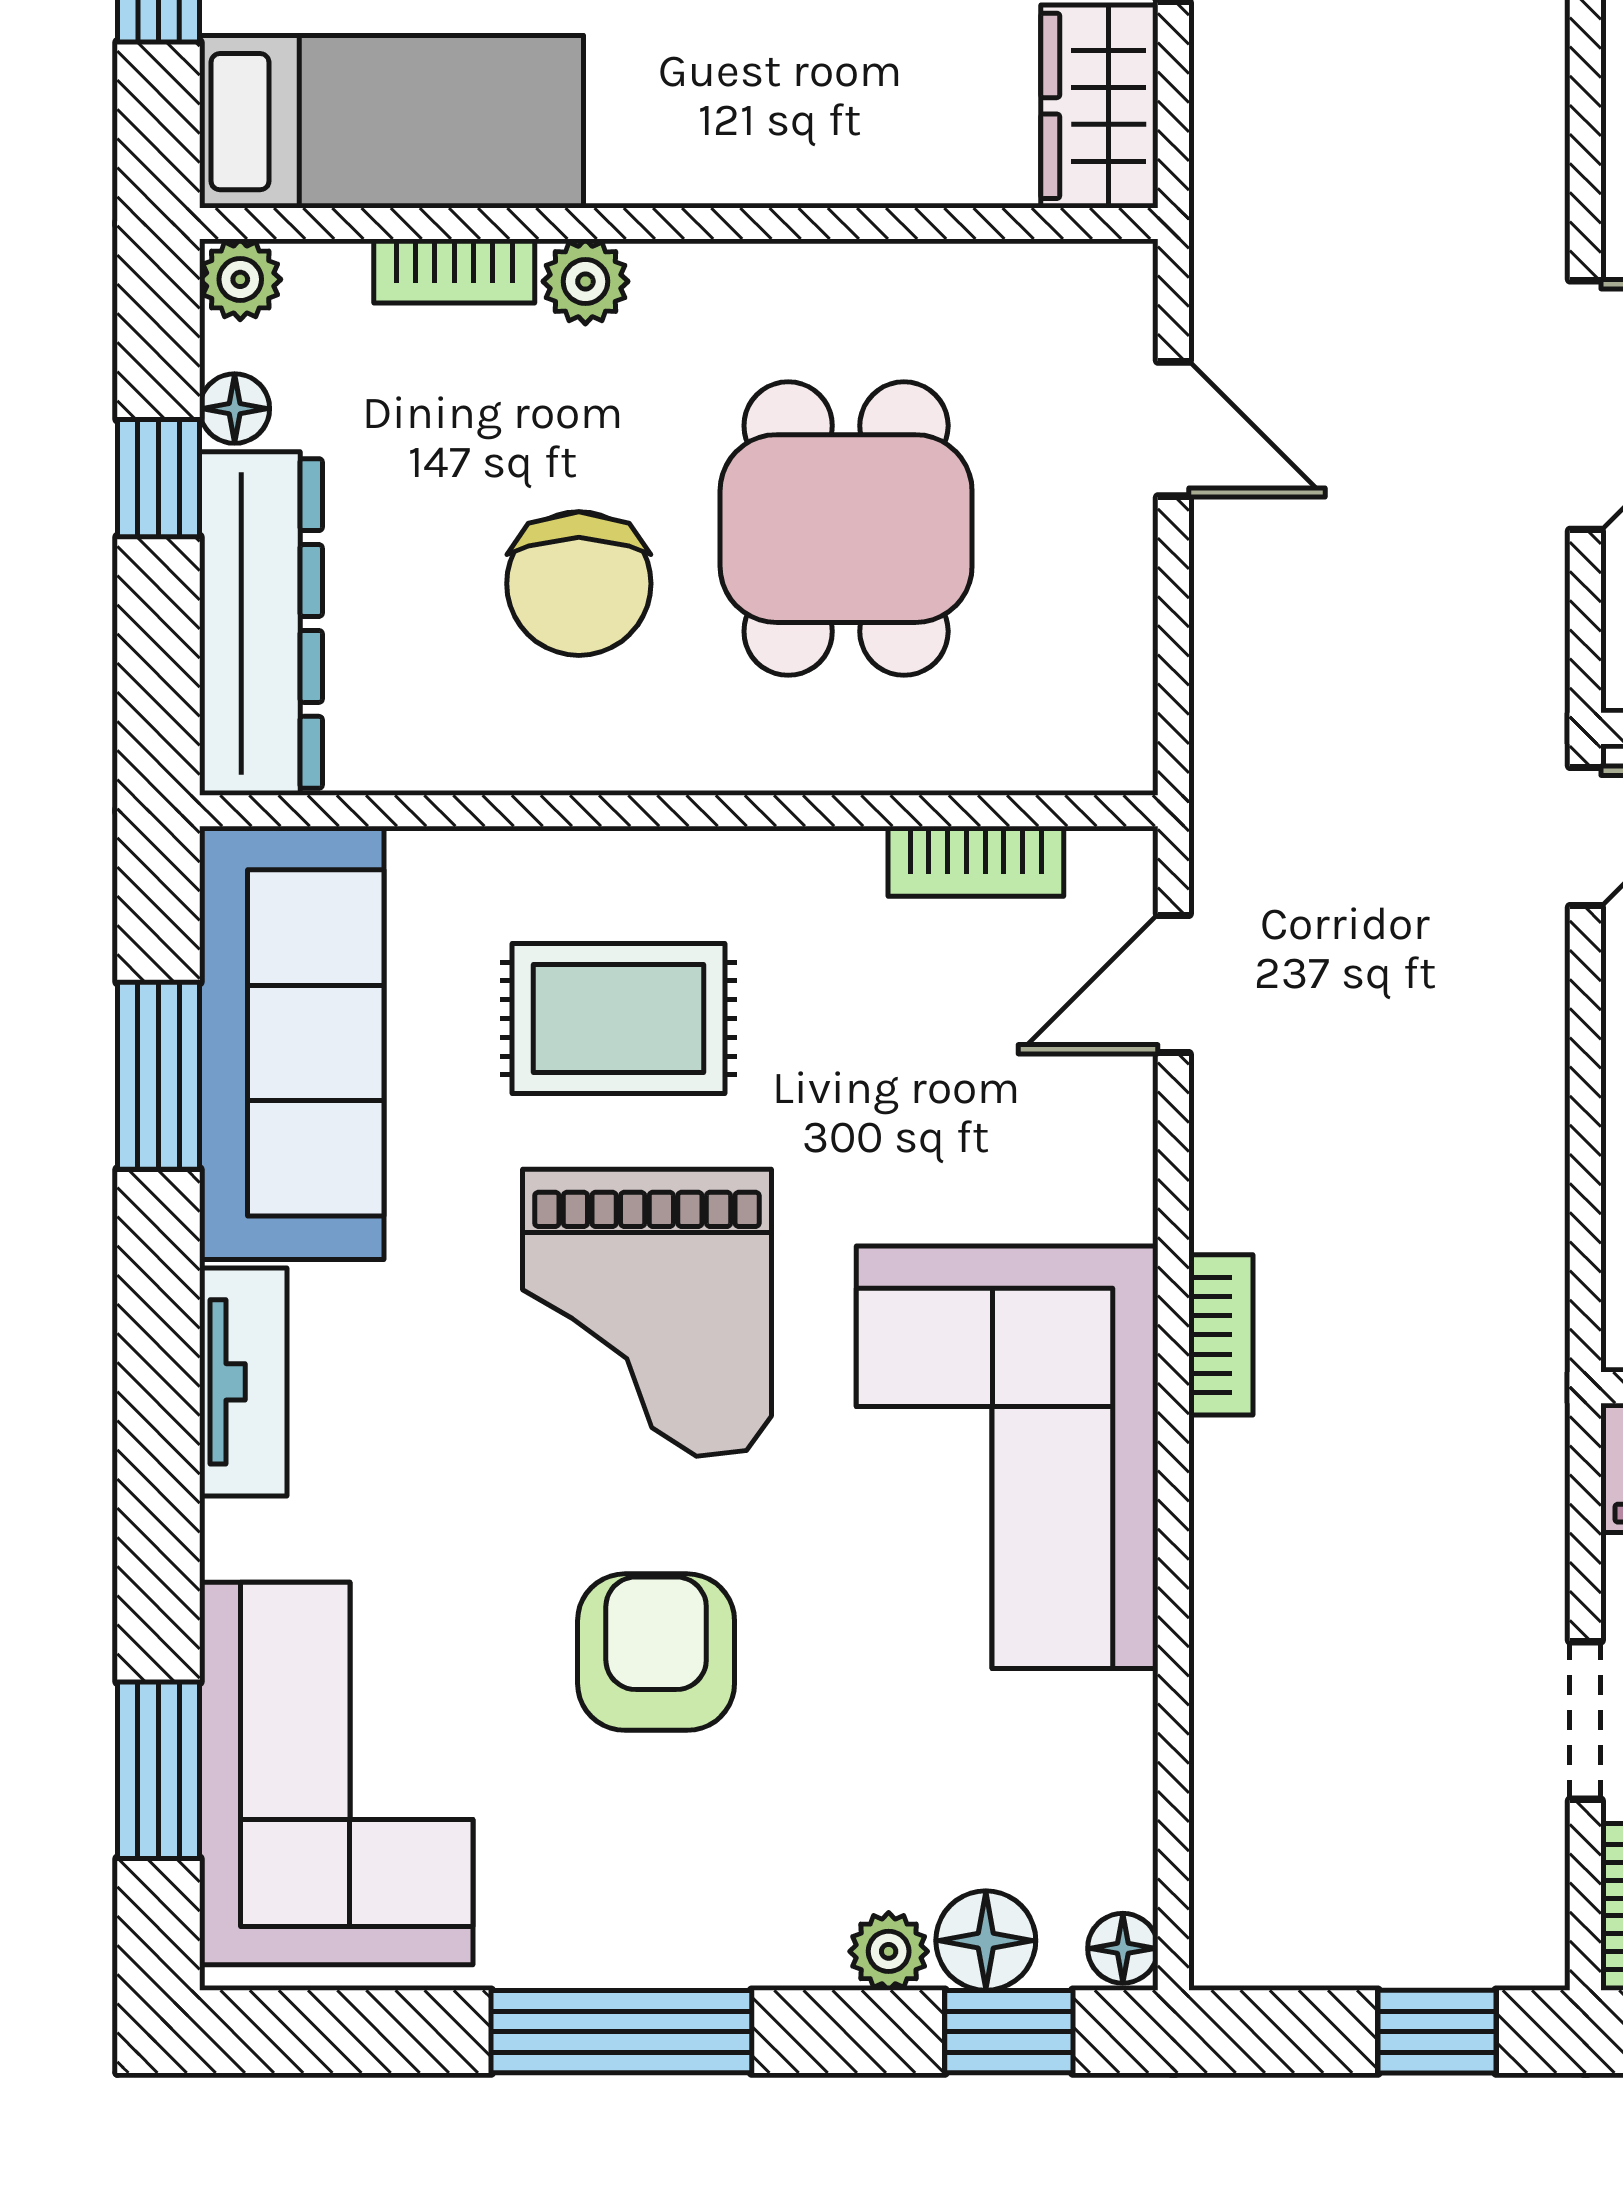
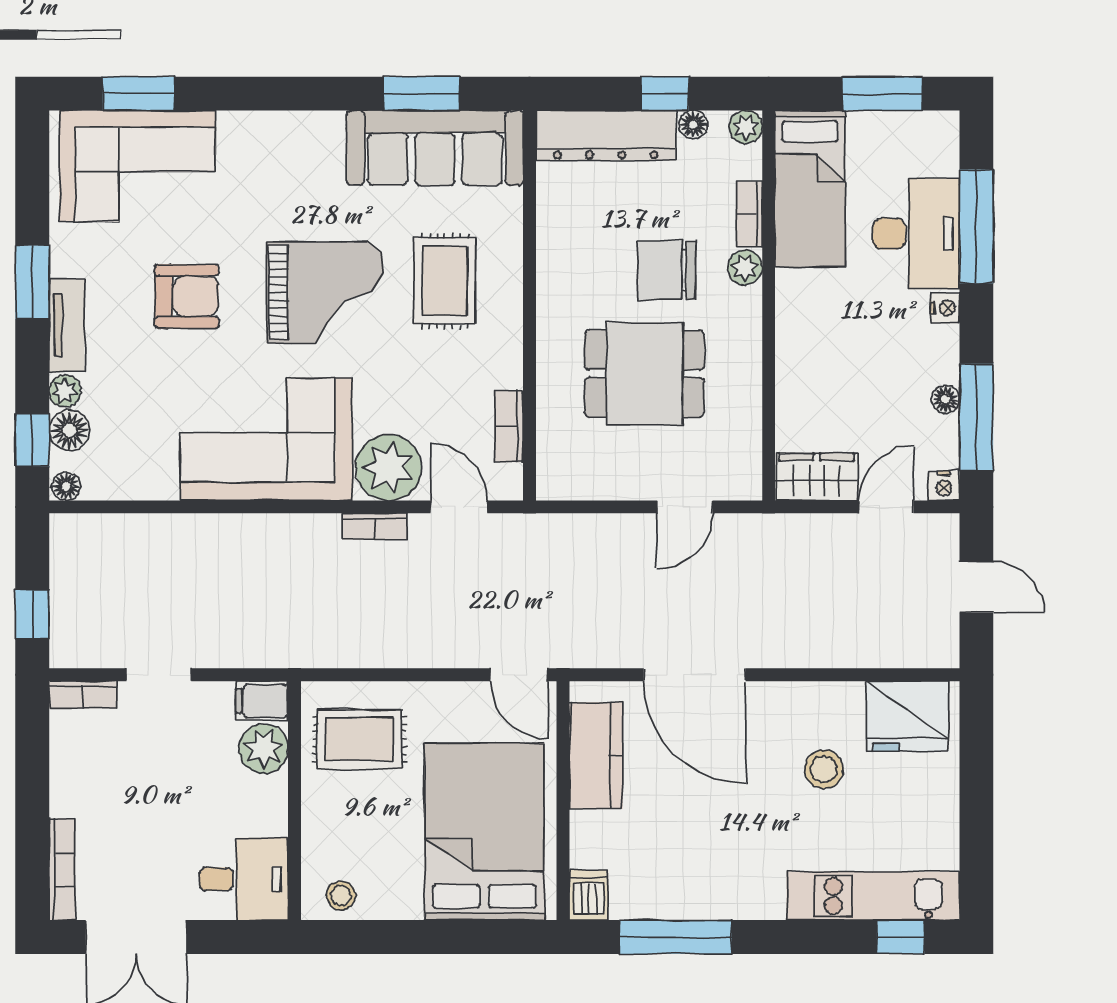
chair: (579, 584) -> (666, 270), moved
plant: (1077, 1157) -> (389, 468), added
grand piano: (647, 1313) -> (325, 293), turned 180
bookcase: (1221, 1335) -> (374, 526), moved
tv unit: (243, 1382) -> (67, 325), moved, turned -90
window: (621, 2032) -> (32, 282), width x0.69

